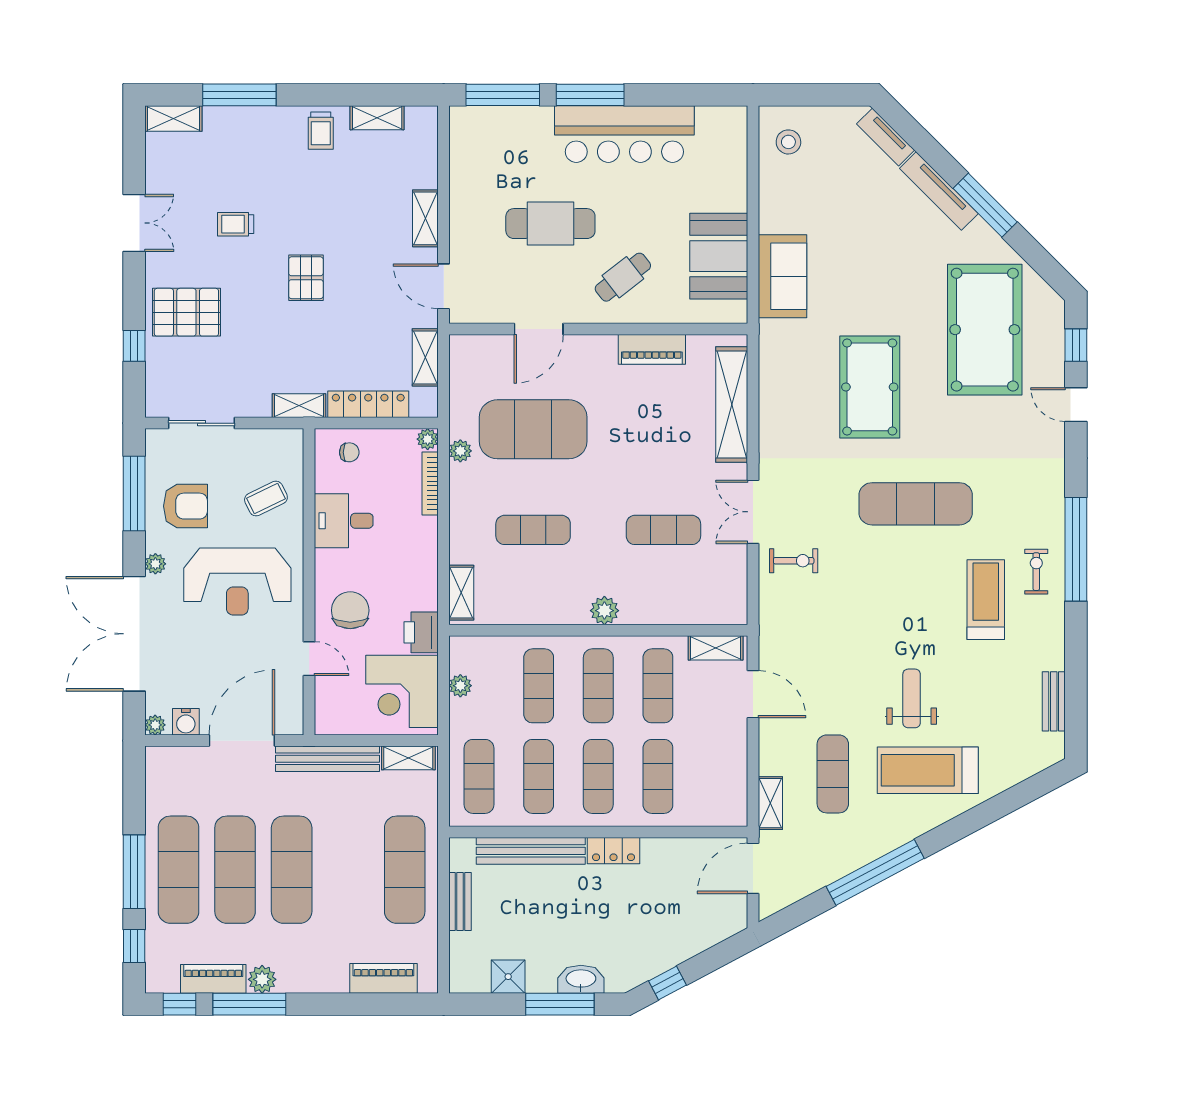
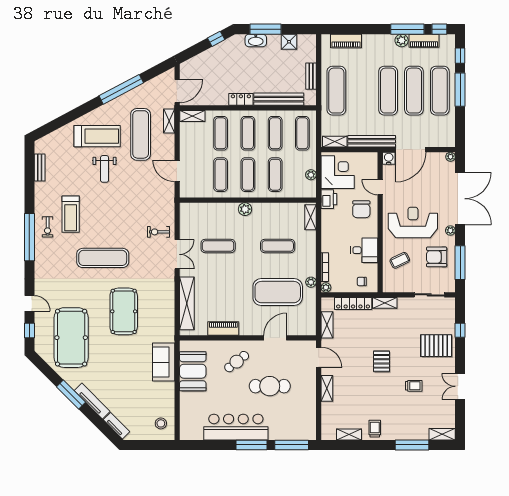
shelving: (716, 648) -> (192, 116), moved
water cooler: (186, 722) -> (389, 158), moved
exercise mat: (833, 774) -> (141, 134), width x1.36, depth x1.45

